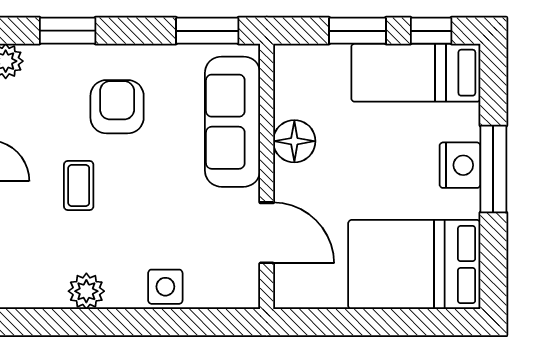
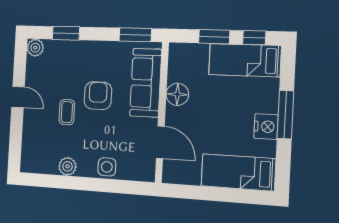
armchair: (117, 107) -> (98, 96), moved
nightstand: (460, 165) -> (266, 127), moved
bed: (414, 265) -> (238, 172), width x0.67

